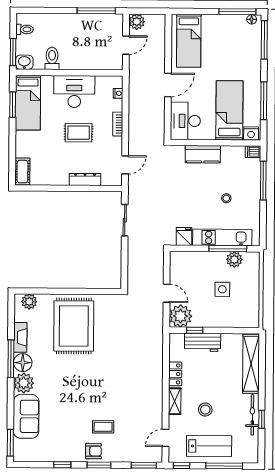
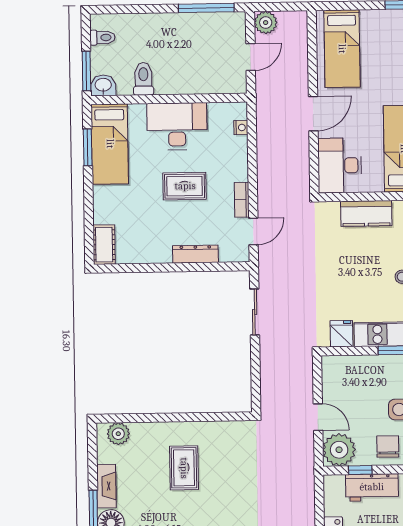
bookcase: (118, 124) -> (242, 200), moved
chair: (214, 315) -> (388, 447), added
rug: (74, 326) -> (184, 468), width x0.54, depth x0.49

